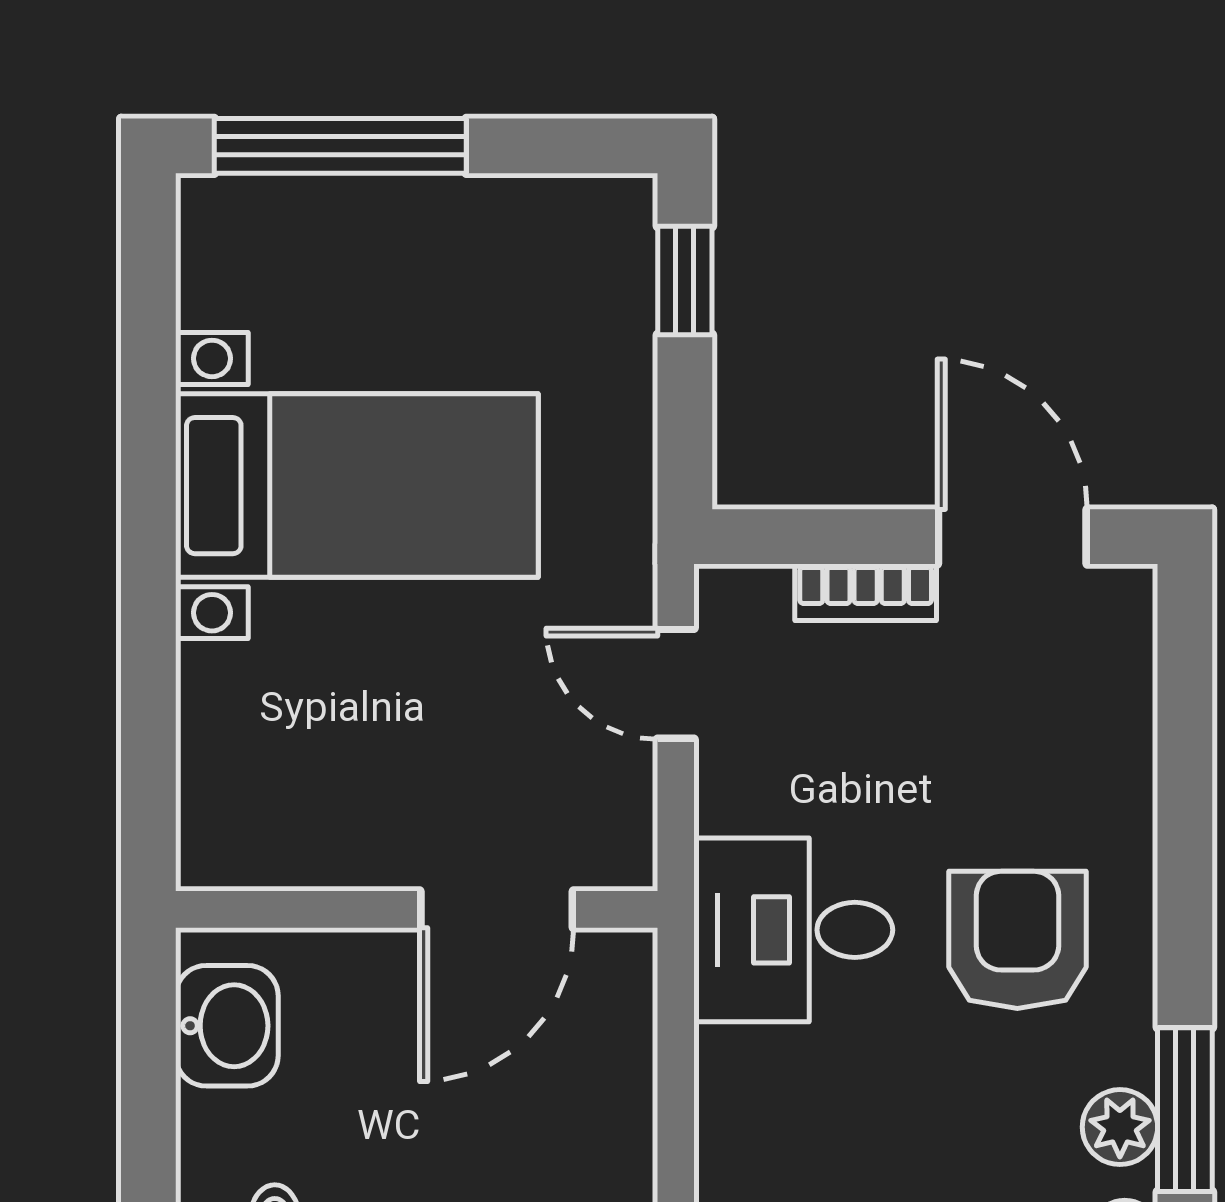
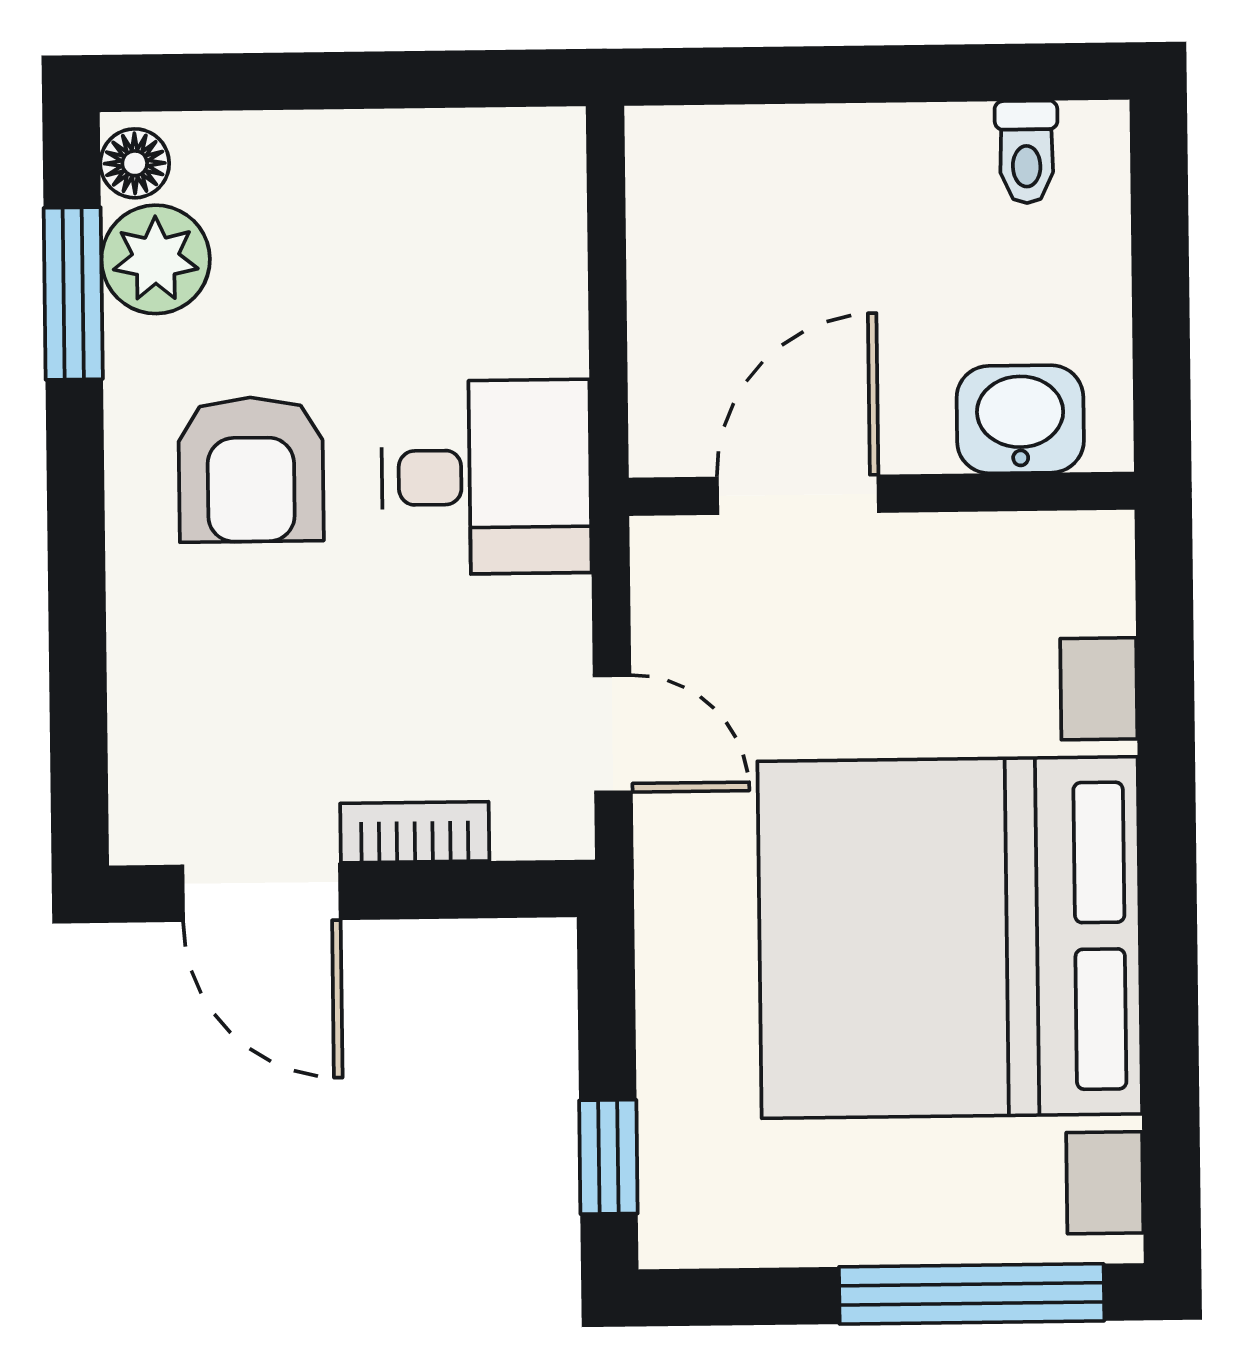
bed with nightstands: (357, 486) -> (950, 938), width x1.85
washbasin: (227, 1026) -> (1020, 419), moved, turned 90
plant: (1120, 1127) -> (156, 259), width x1.38, depth x1.38

